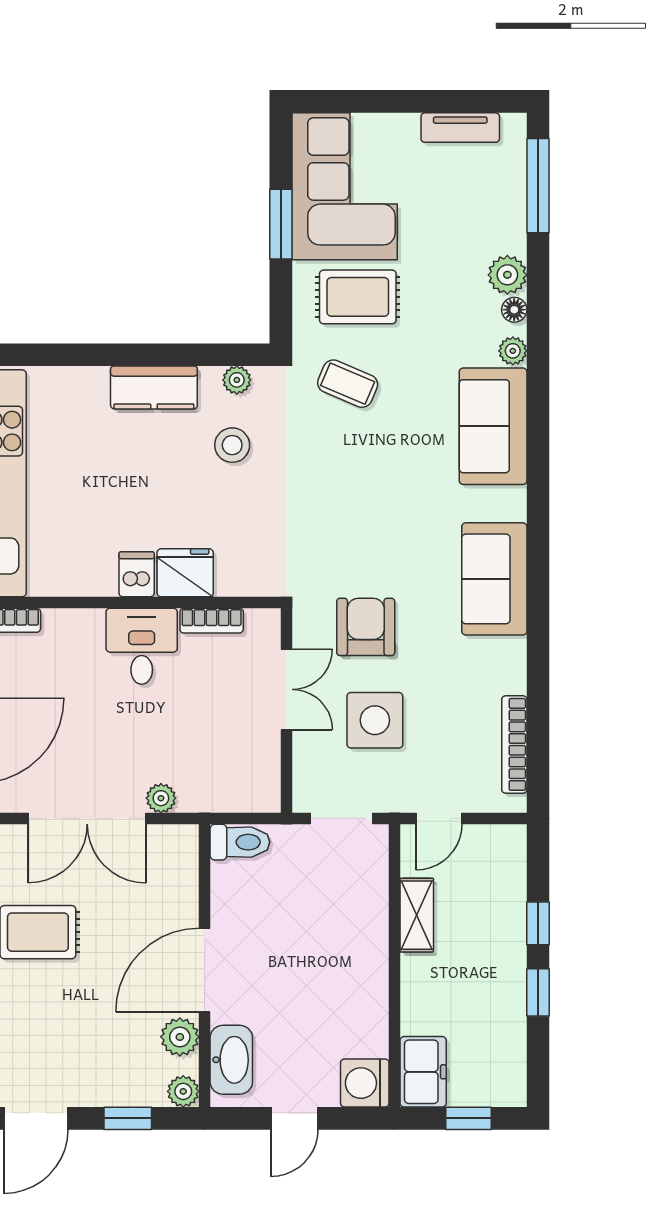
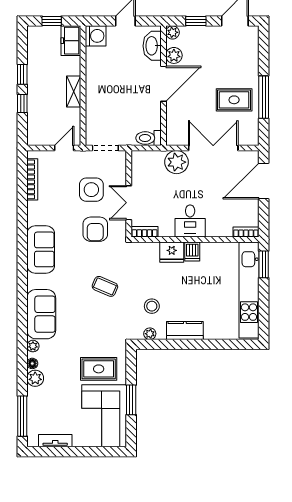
coffee table: (348, 384) -> (105, 286), moved
bookcase: (212, 621) -> (144, 232), moved
plant: (161, 798) -> (176, 162), width x1.88, depth x1.88
shelving: (417, 915) -> (74, 91), moved

